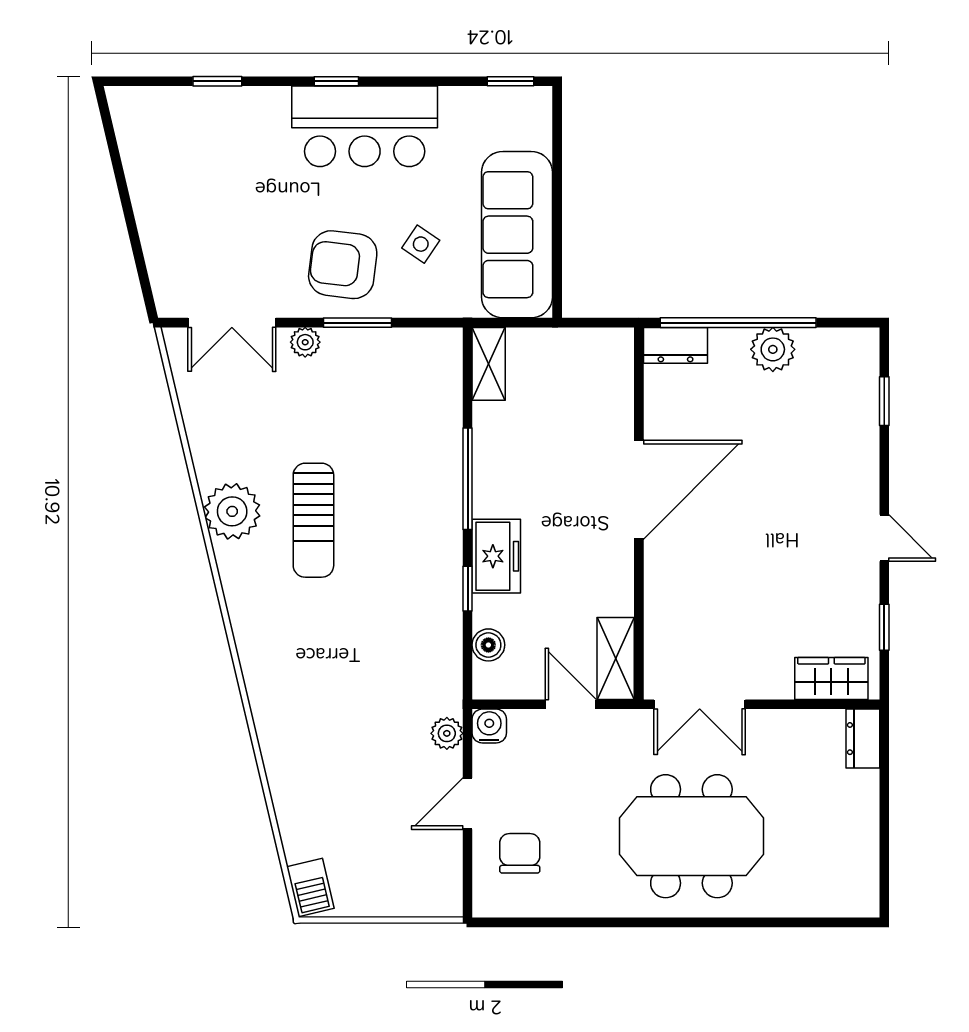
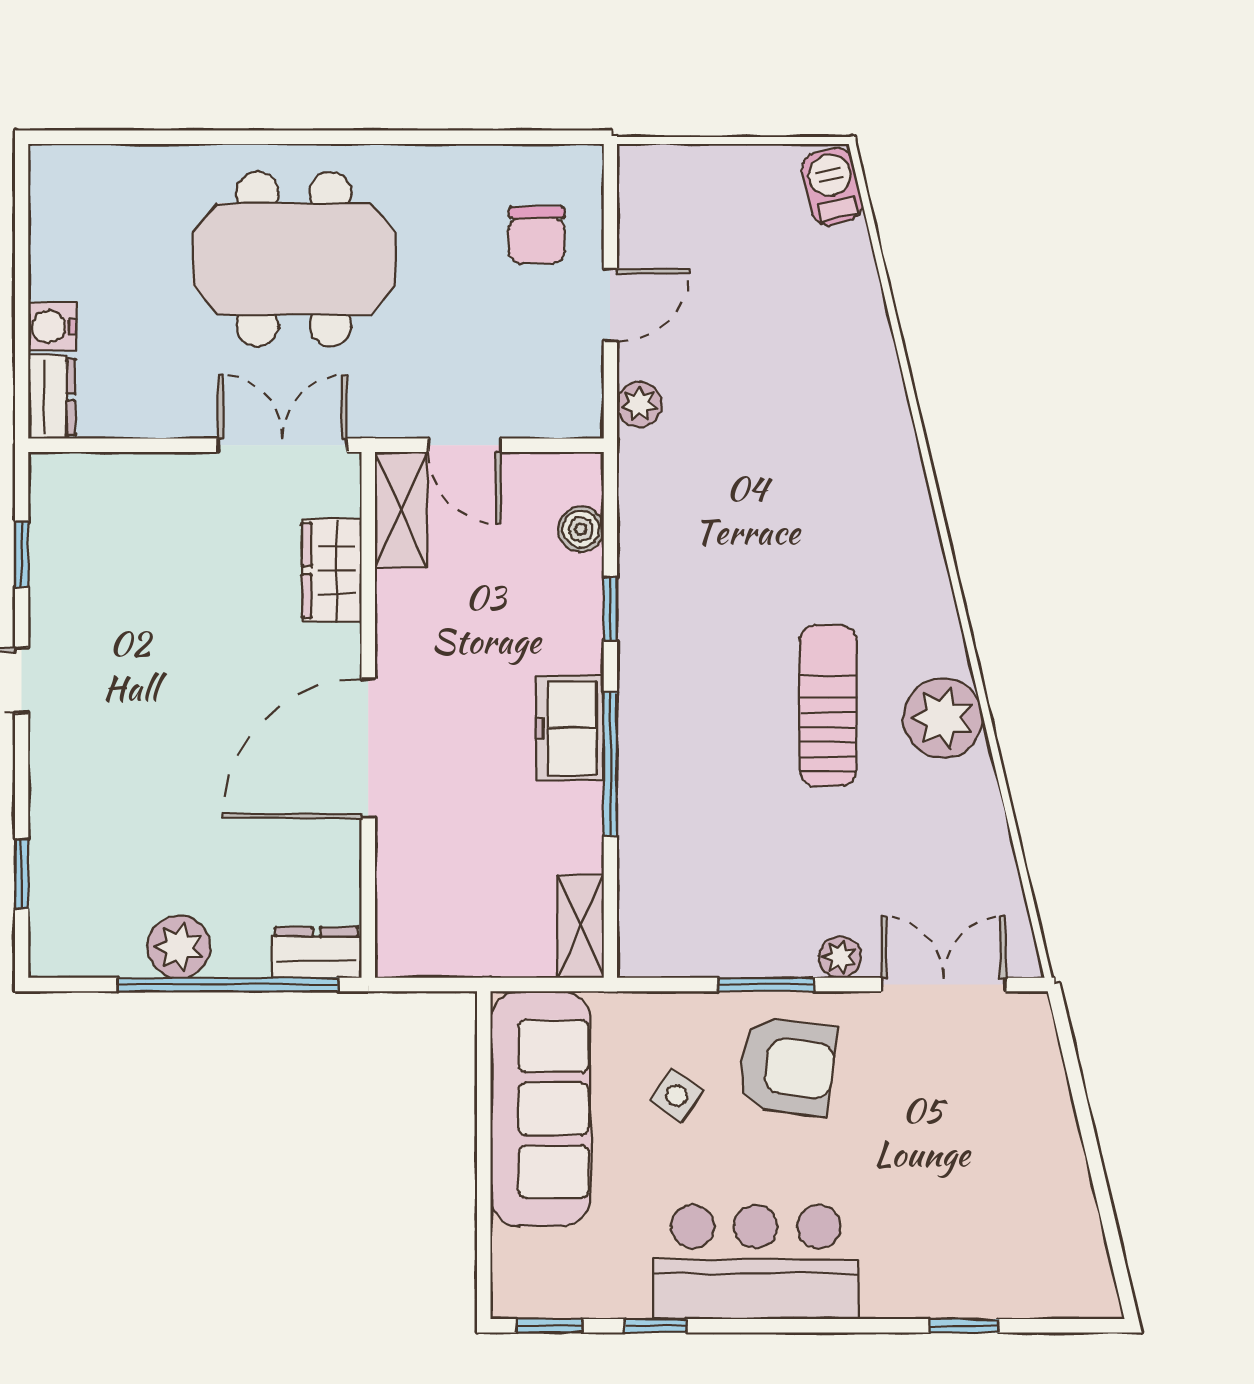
window: (336, 81) -> (656, 1326), moved
freezer: (496, 556) -> (570, 728), moved
wardrobe: (831, 678) -> (332, 570), moved, turned 90
water cooler: (489, 726) -> (52, 327), moved, turned 90

